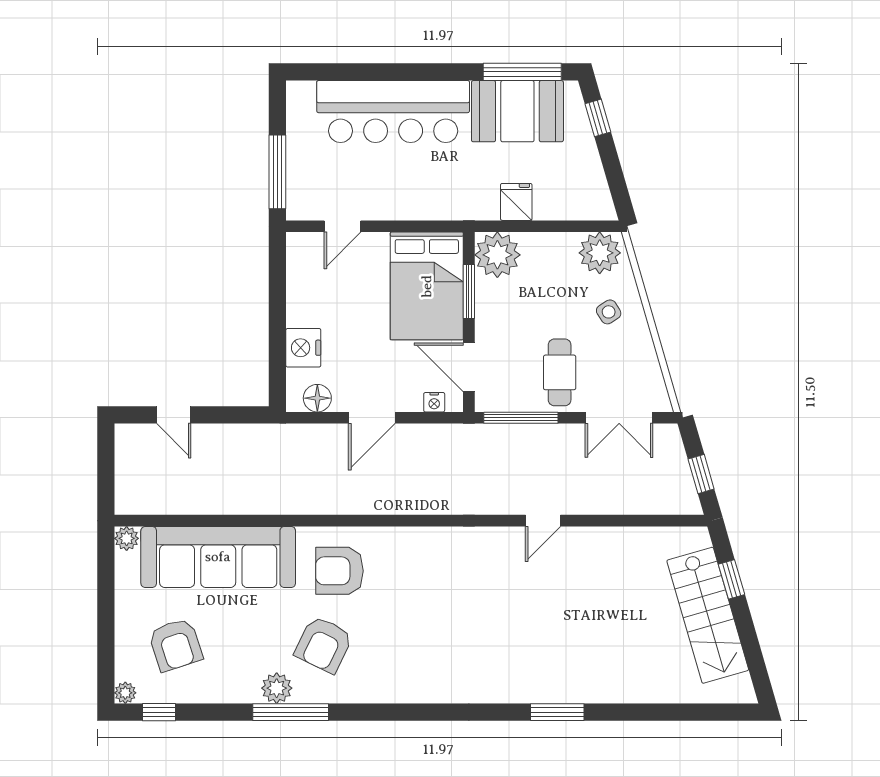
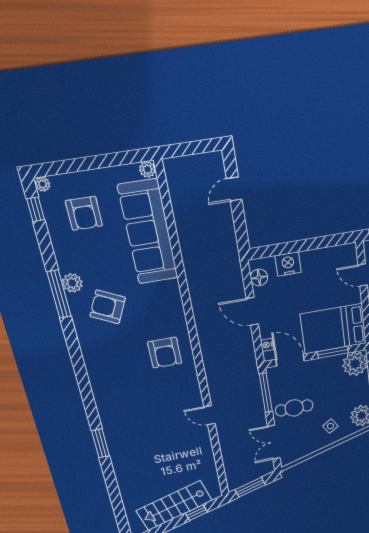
door: (469, 367) -> (290, 360), hinge flipped
window: (701, 474) -> (250, 487), width x1.50
armchair: (339, 571) -> (165, 353), moved, turned 180
armchair: (175, 645) -> (84, 213), turned -72

